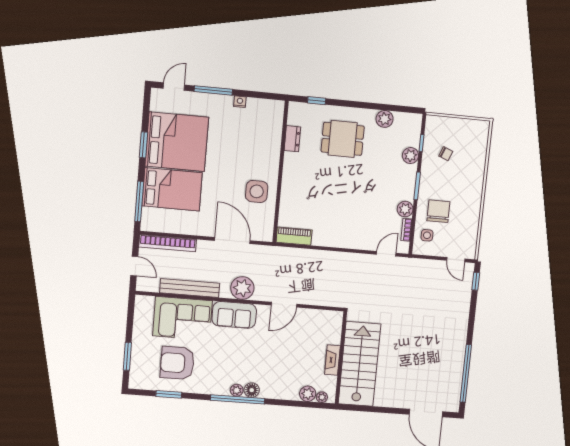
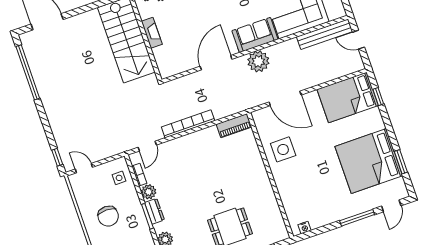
nightstand: (240, 102) -> (305, 228), moved
dresser: (292, 139) -> (154, 211), moved, turned 180
window: (143, 145) -> (401, 162), moved
bed: (172, 189) -> (348, 97), moved
window: (139, 201) -> (378, 97), width x0.46
chair: (438, 211) -> (108, 216), moved
bookcase: (168, 243) -> (188, 124), moved
bench: (190, 288) -> (325, 34), moved
door: (284, 305) -> (216, 63), width x1.36

